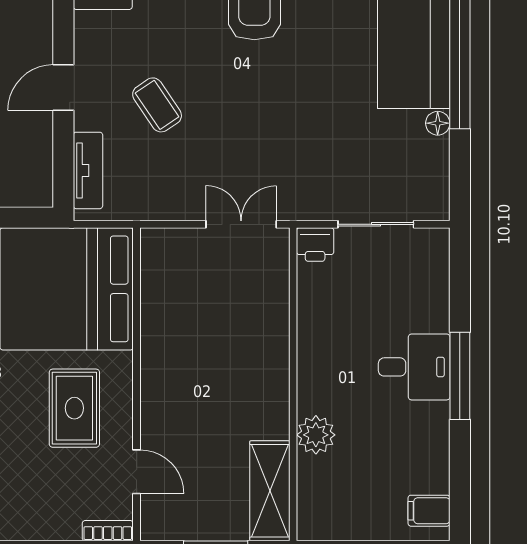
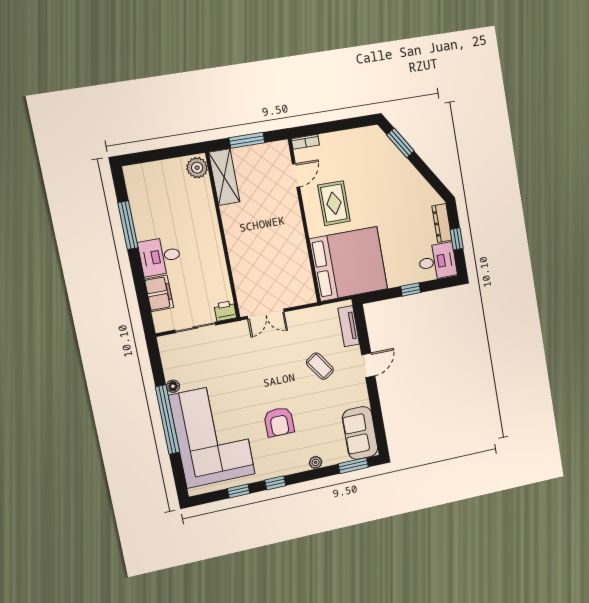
window: (460, 376) -> (128, 225), moved
plant: (316, 435) -> (197, 168), moved
door: (137, 472) -> (296, 175), swing flipped
filing cabinet: (429, 511) -> (159, 293), moved, width x2.00

